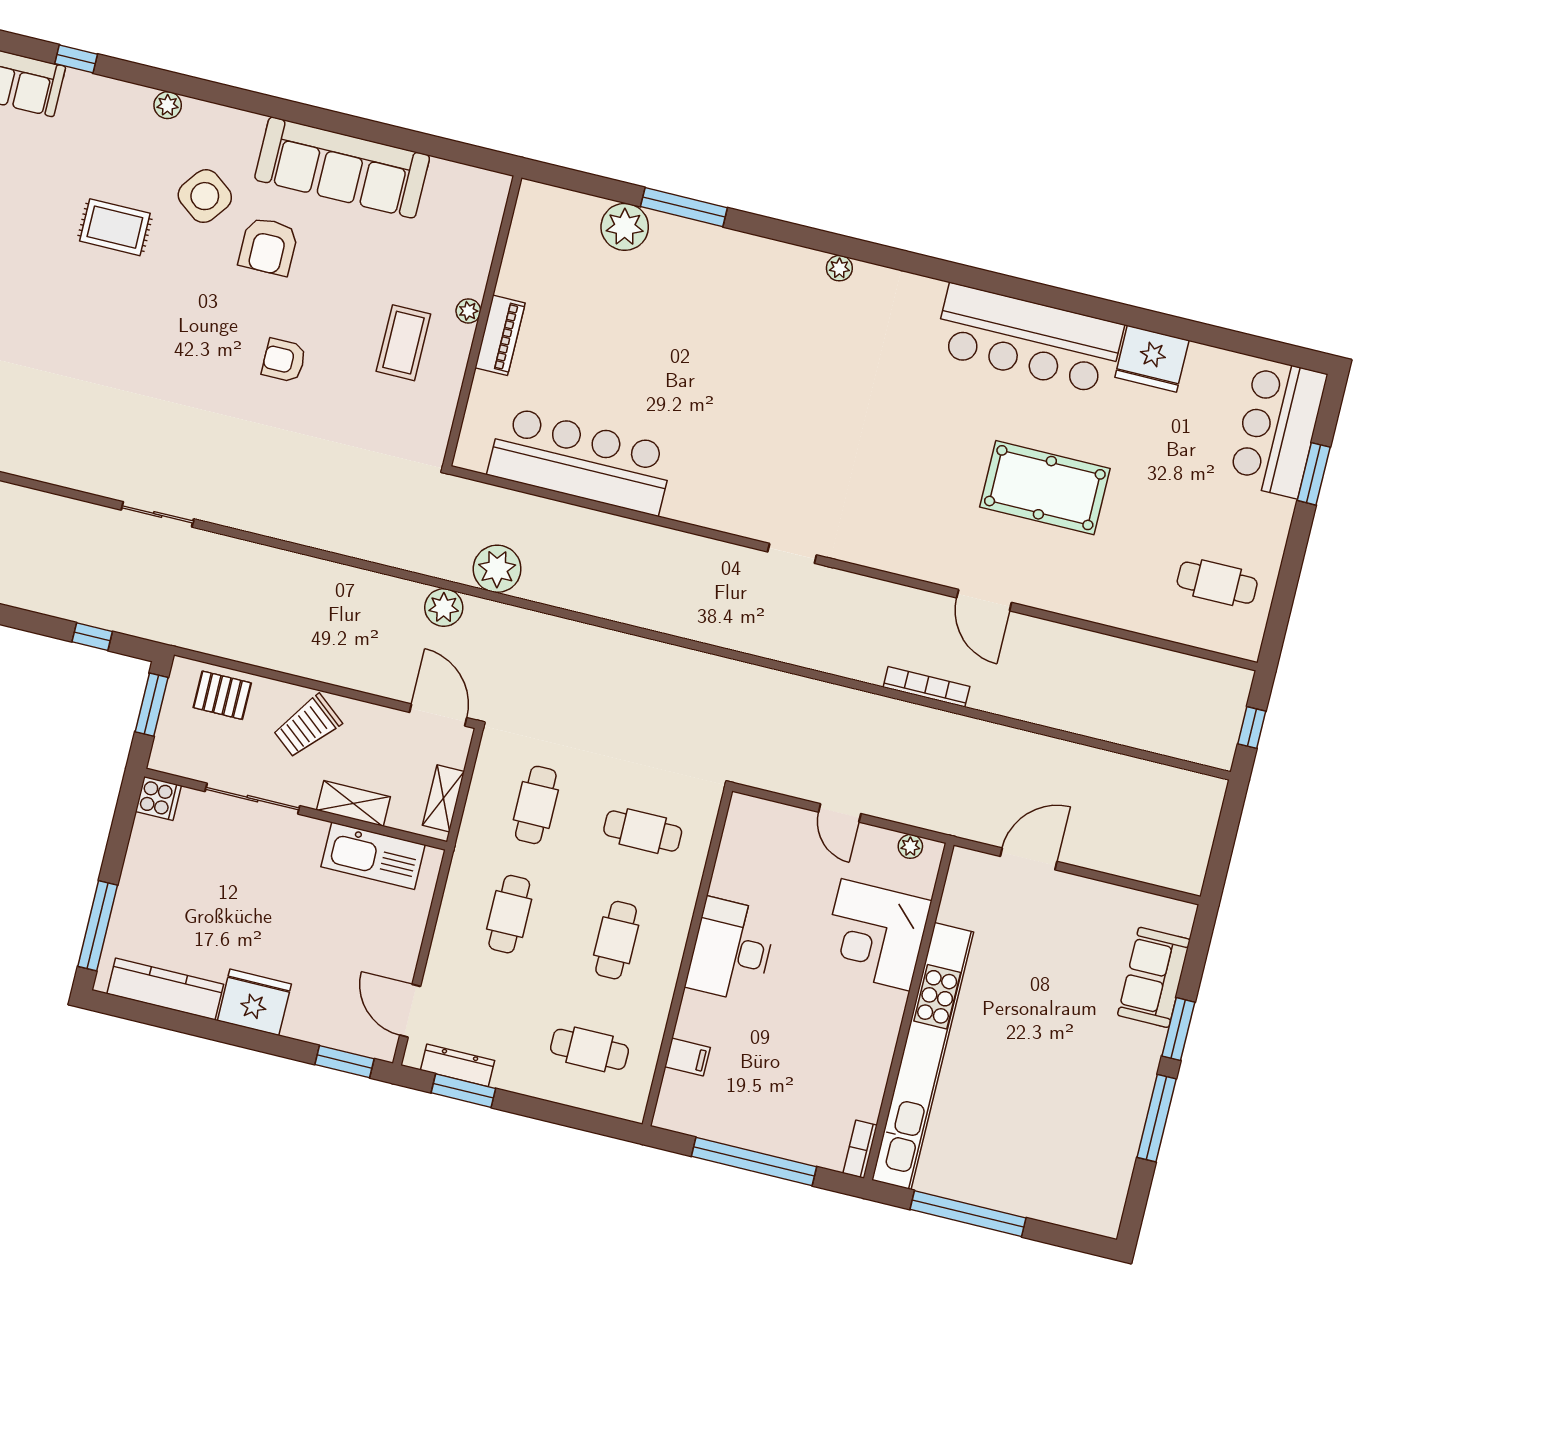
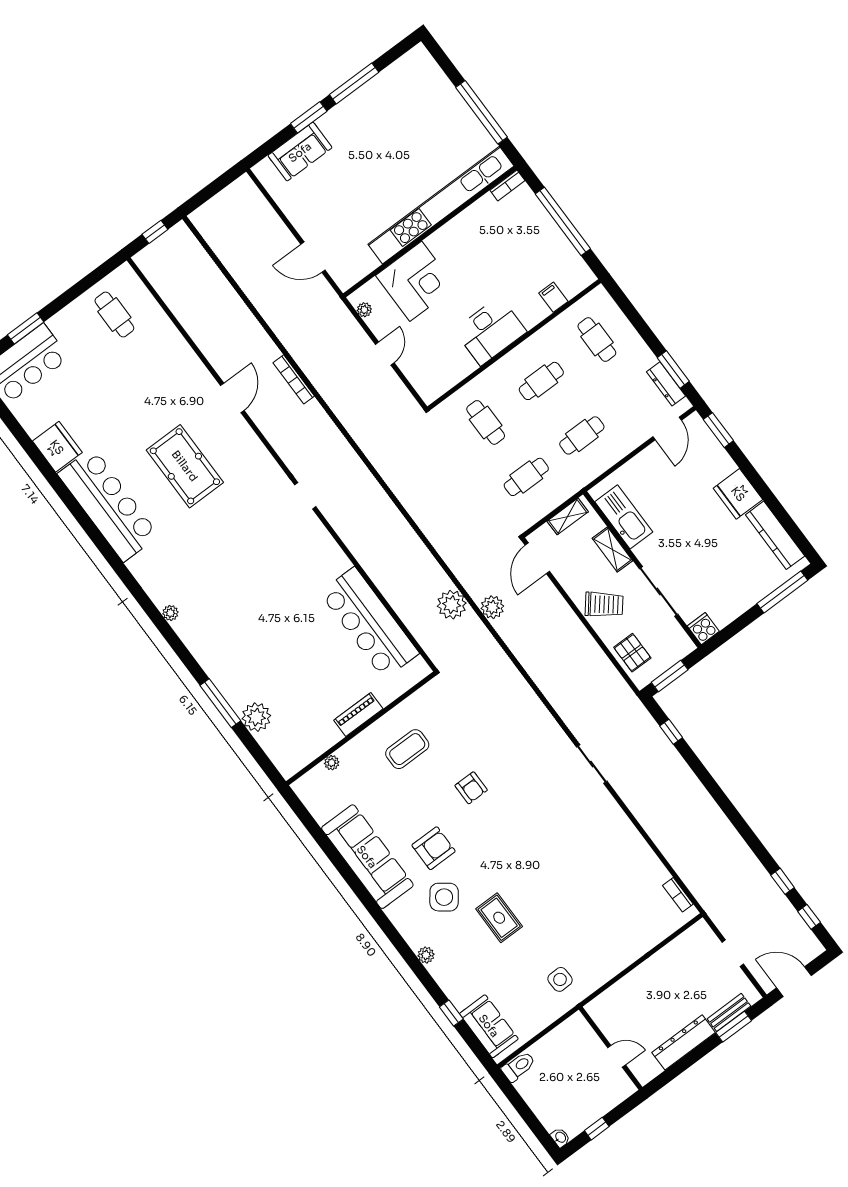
plant: (468, 311) -> (332, 763), moved
pool table: (1045, 488) -> (185, 466), moved

